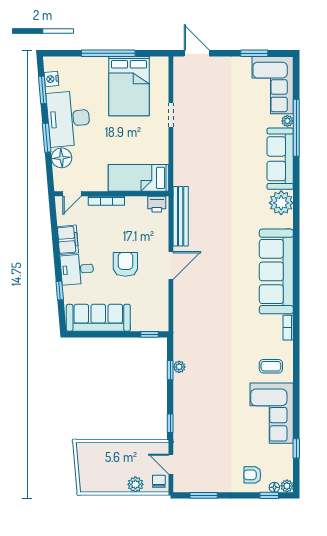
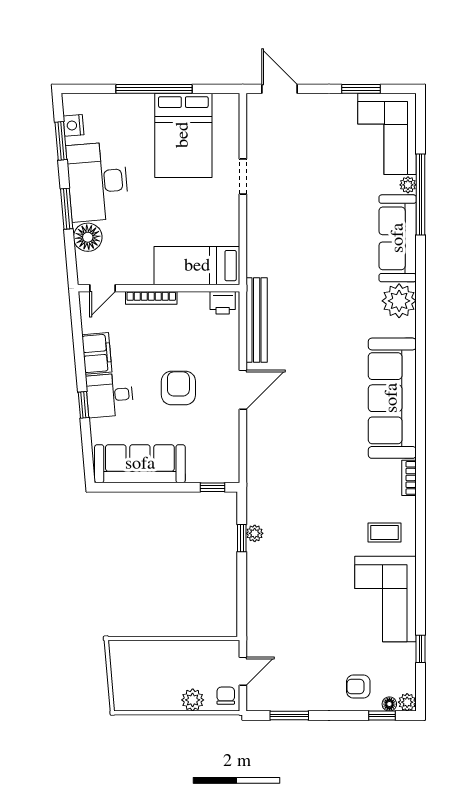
window: (60, 291) -> (83, 405), moved
window: (170, 423) -> (242, 613), removed
door: (171, 464) -> (243, 671), swing flipped

